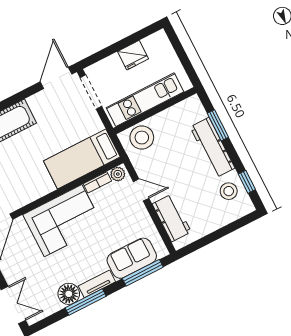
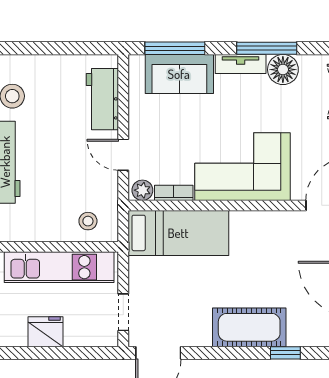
doorway: (91, 92) -> (123, 312), width x0.73
stool: (142, 138) -> (88, 221), width x0.53, depth x0.53

